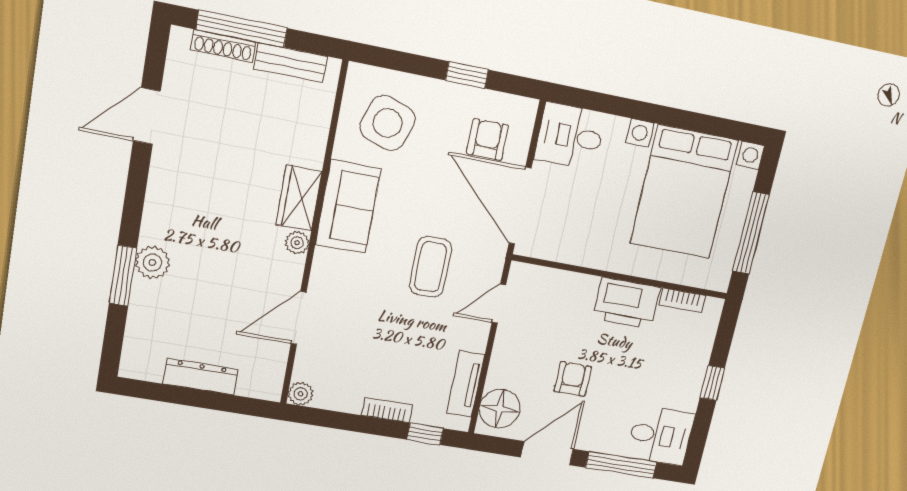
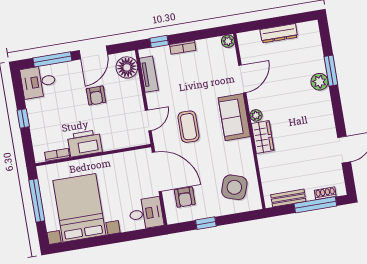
shoe rack: (223, 46) -> (325, 193), width x0.70
sofa: (348, 207) -> (234, 117), moved

